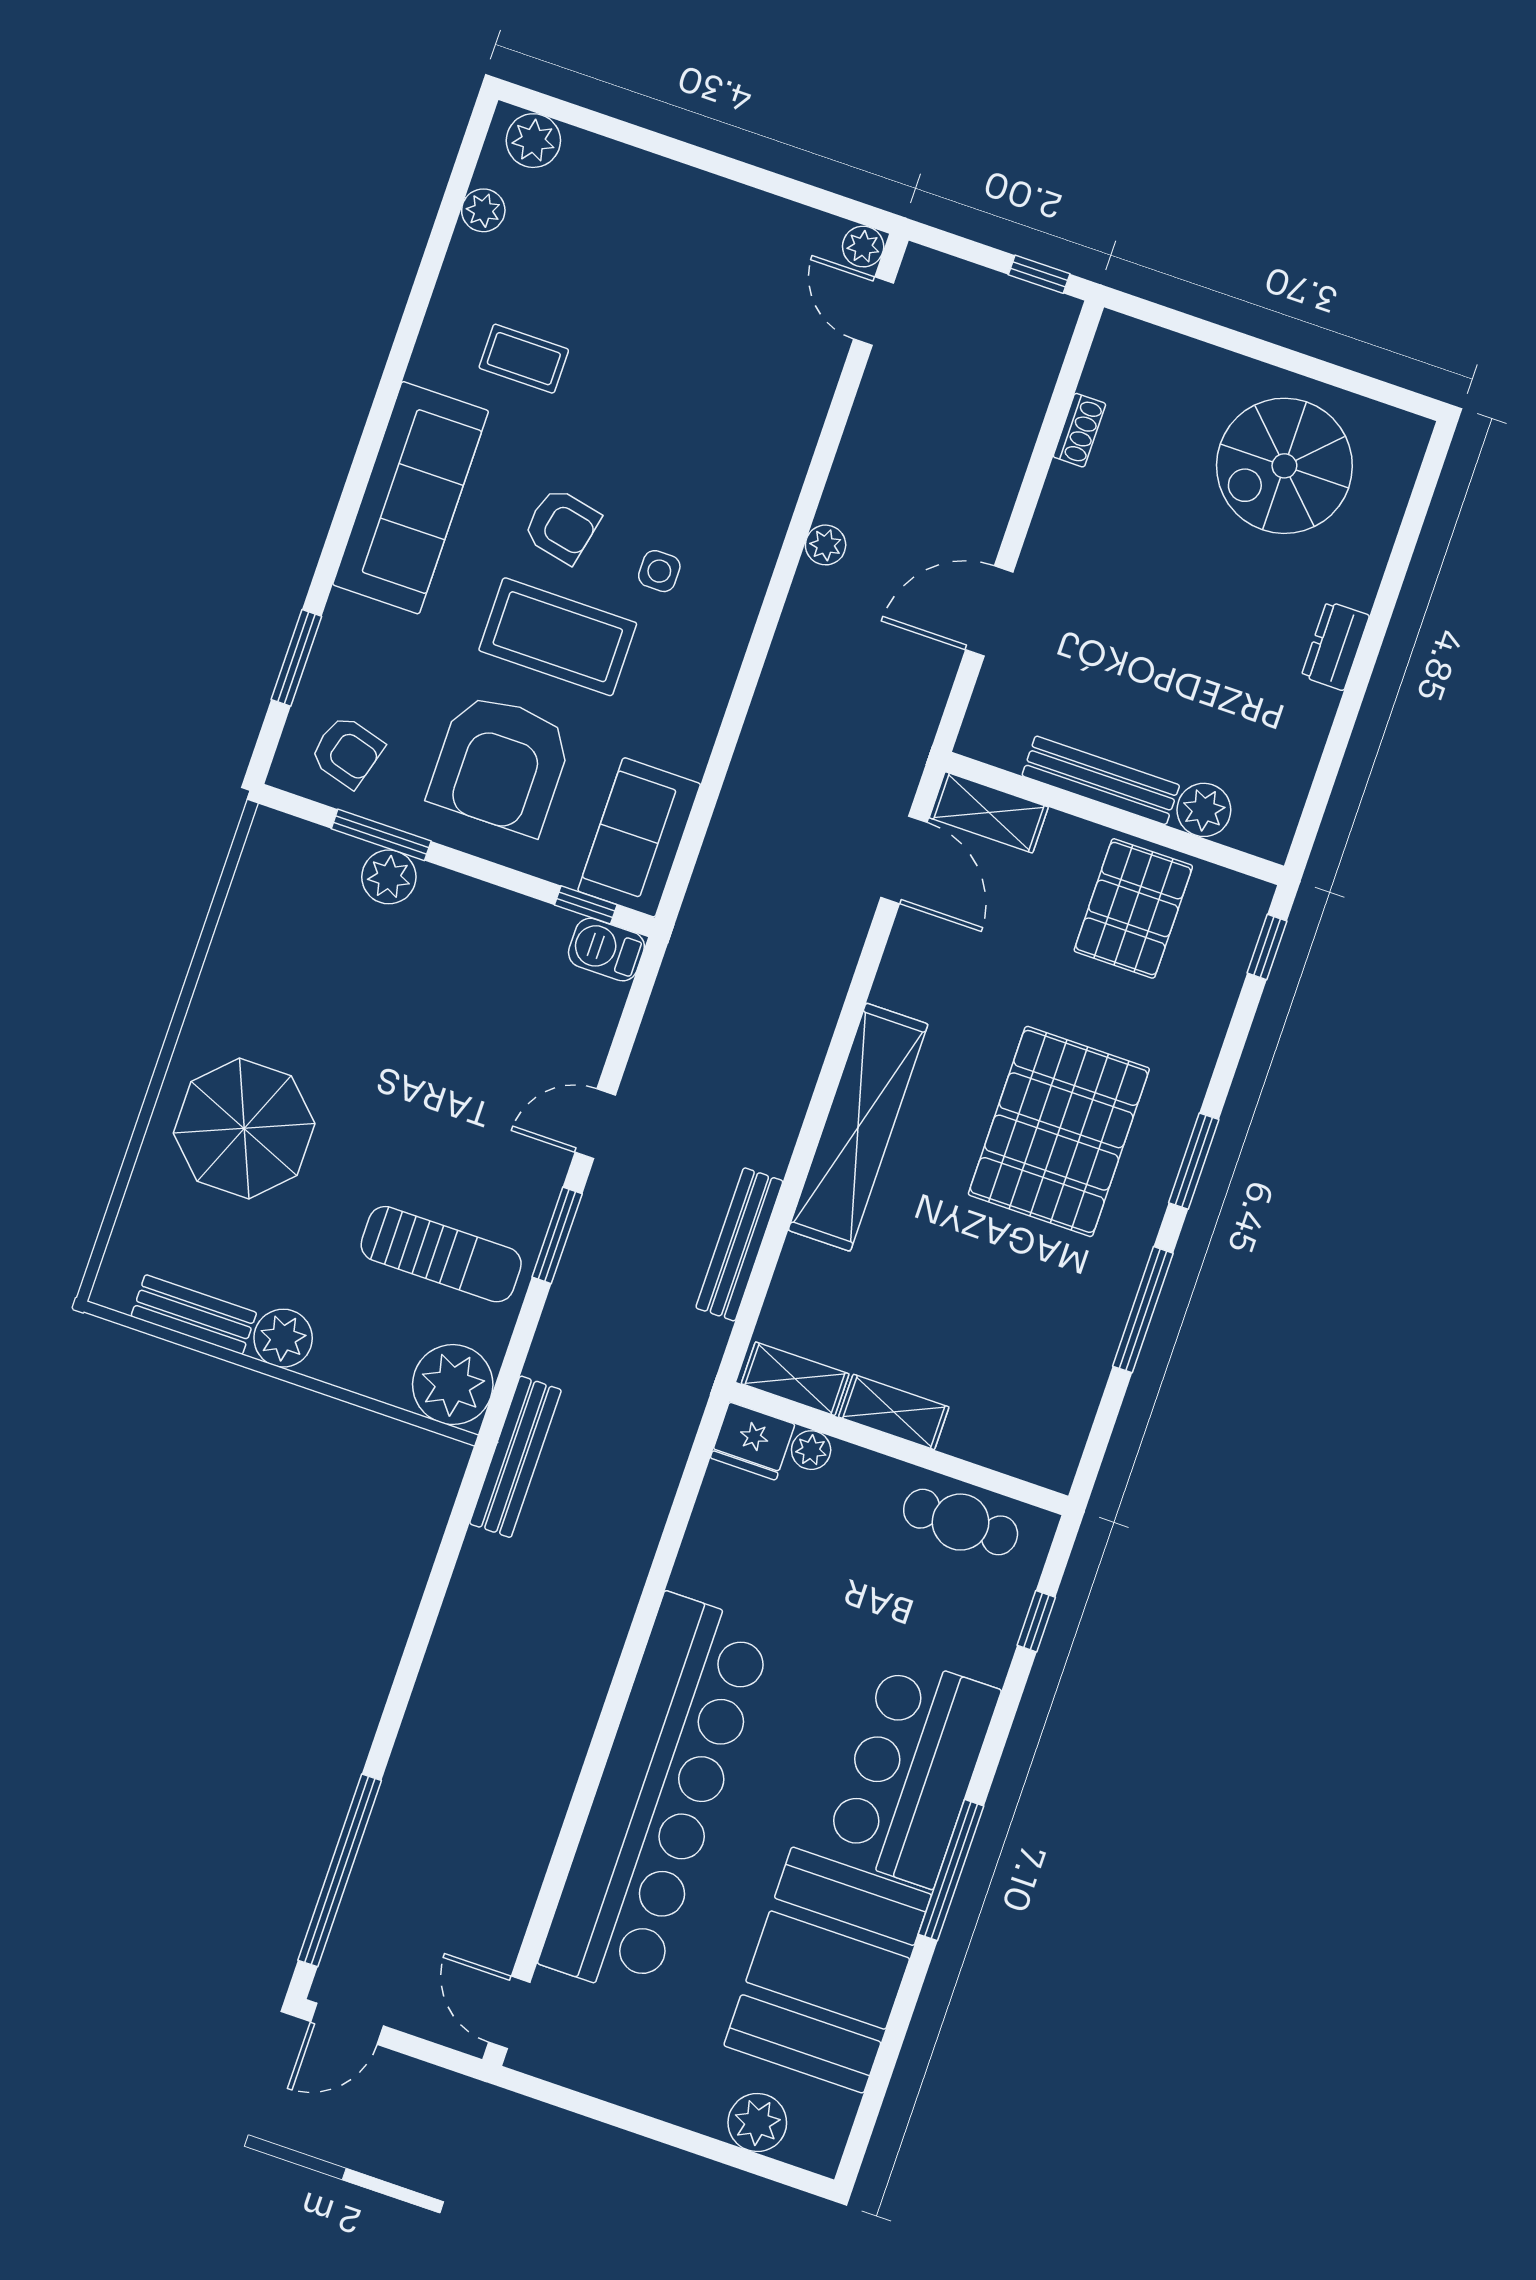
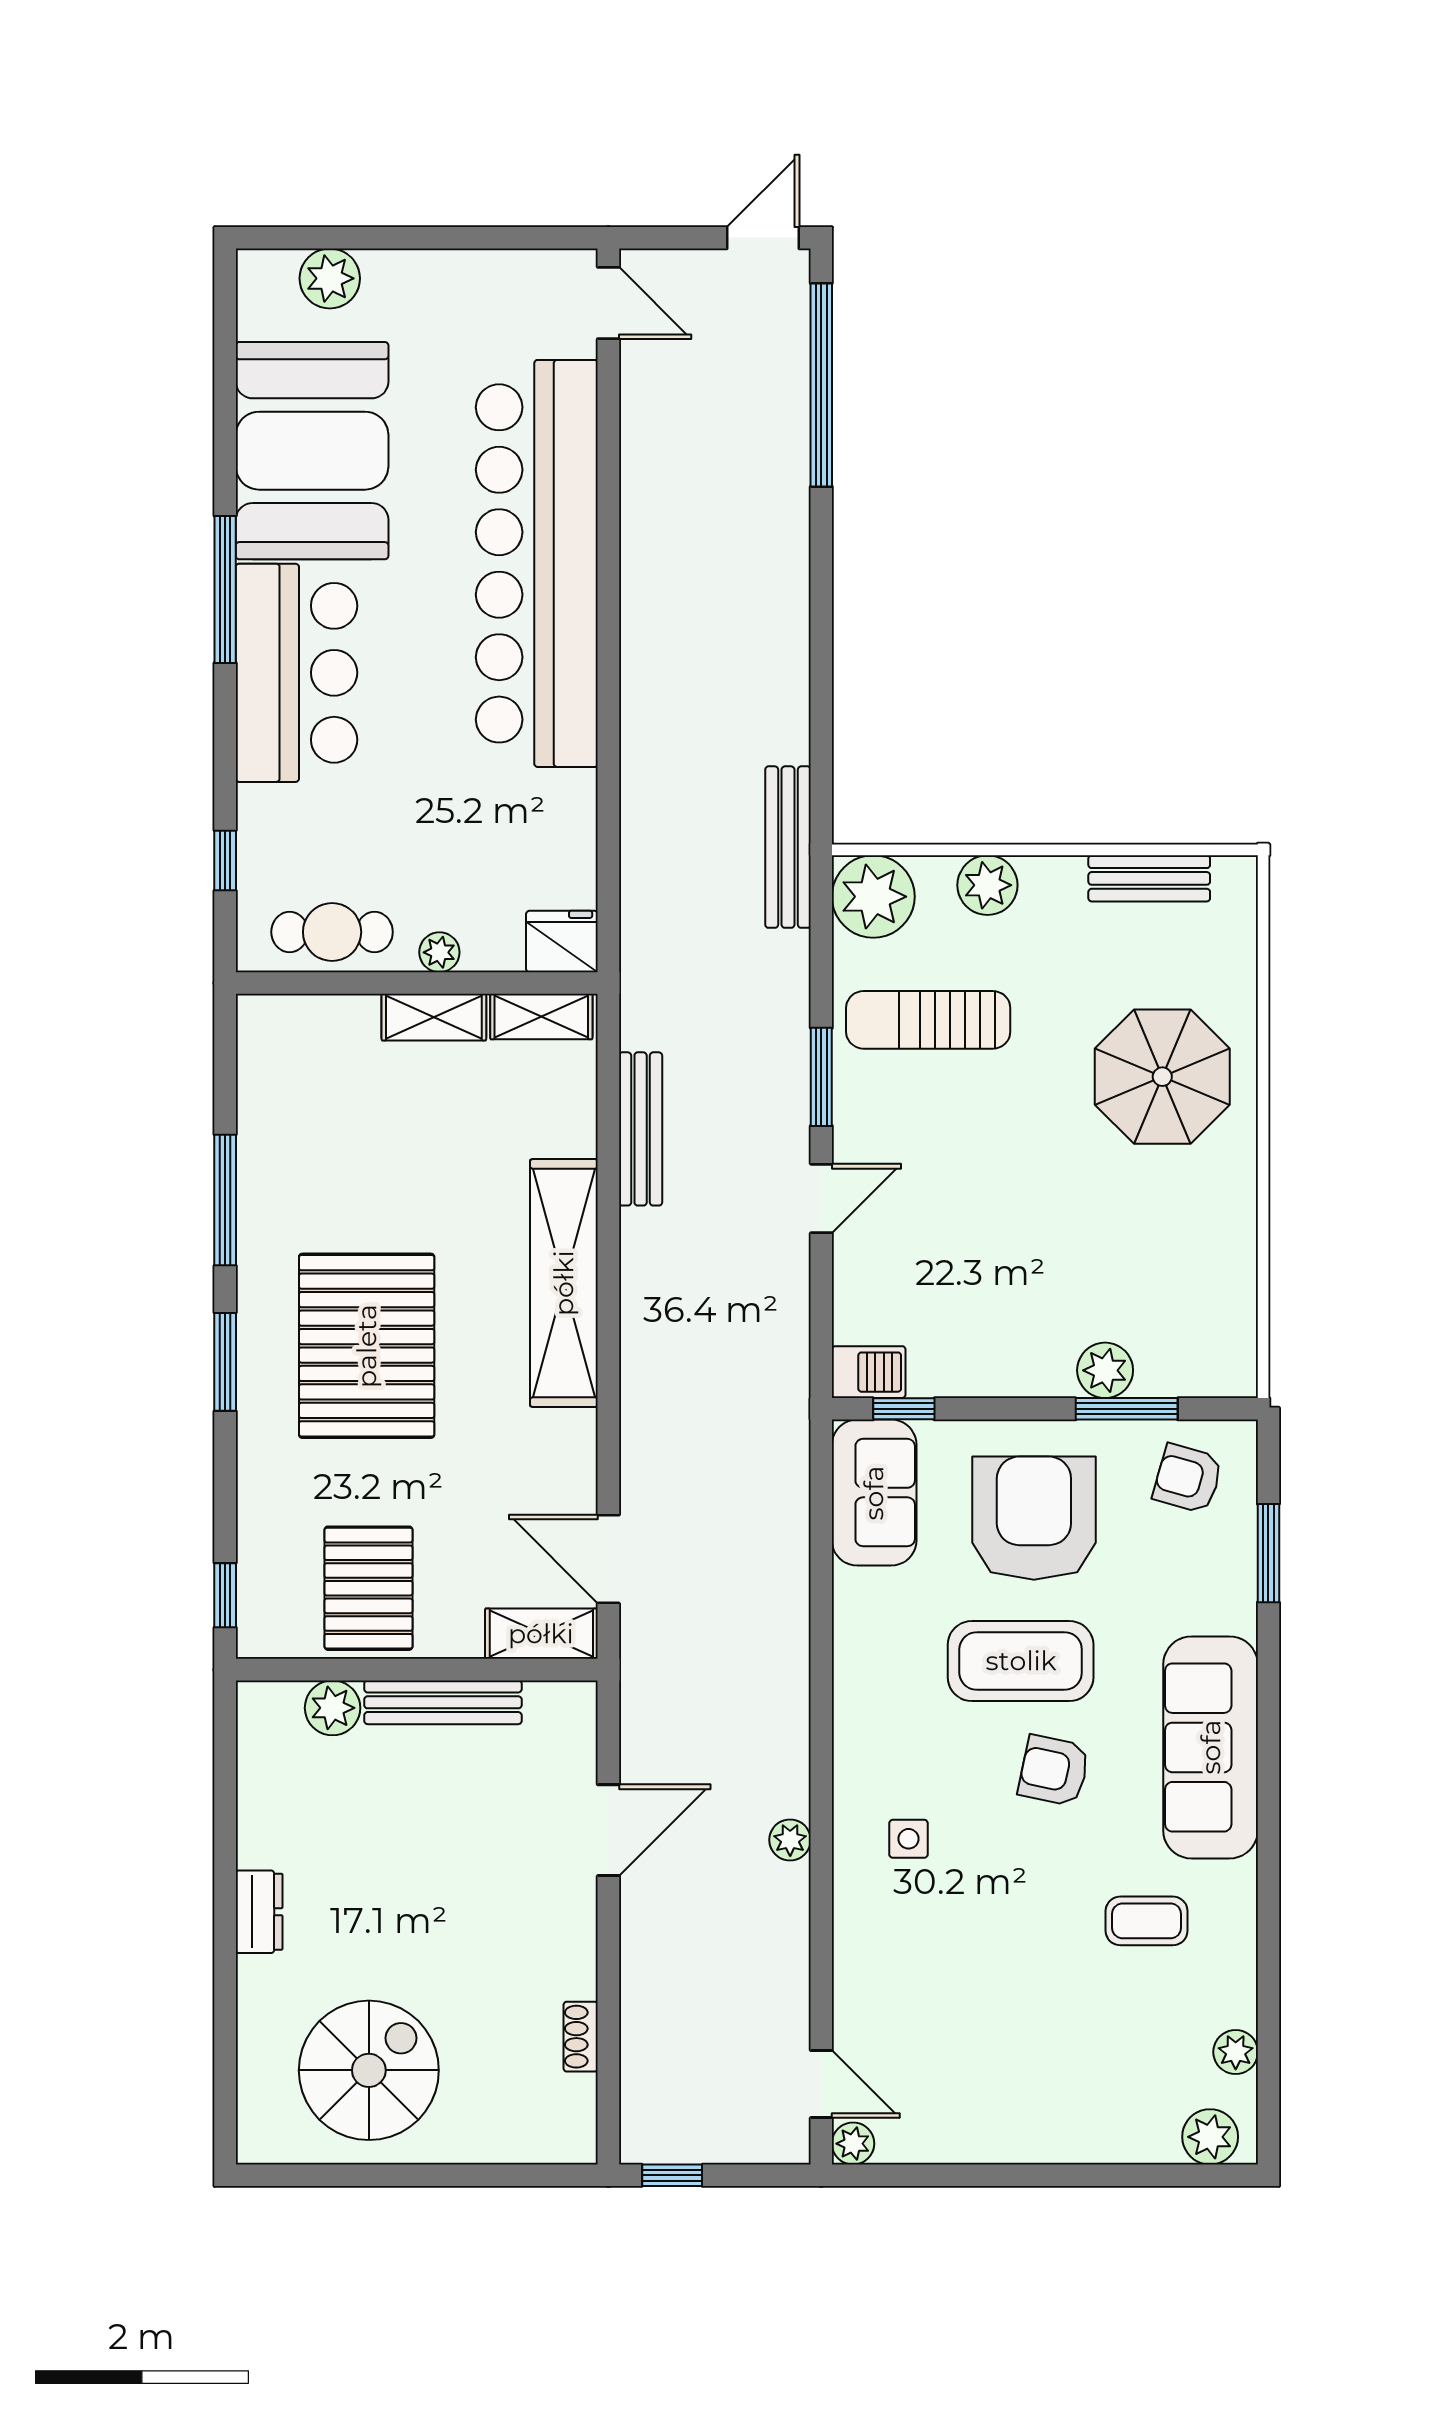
side table: (659, 571) -> (909, 1839), moved
plant: (283, 1338) -> (987, 885), moved
plant: (811, 1450) -> (439, 952), moved

